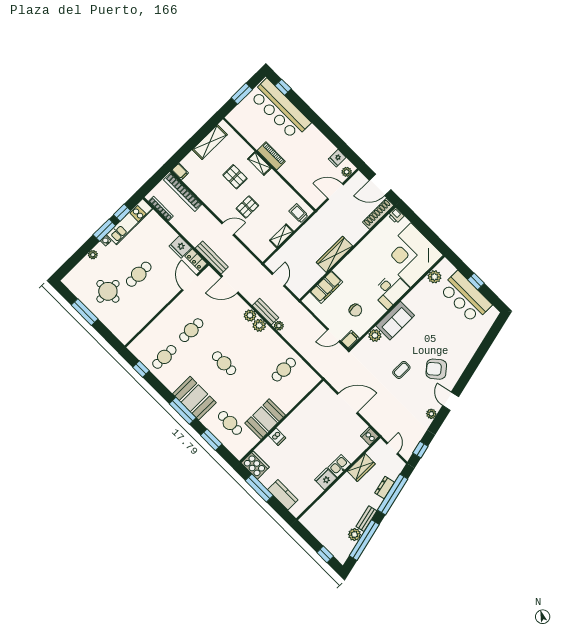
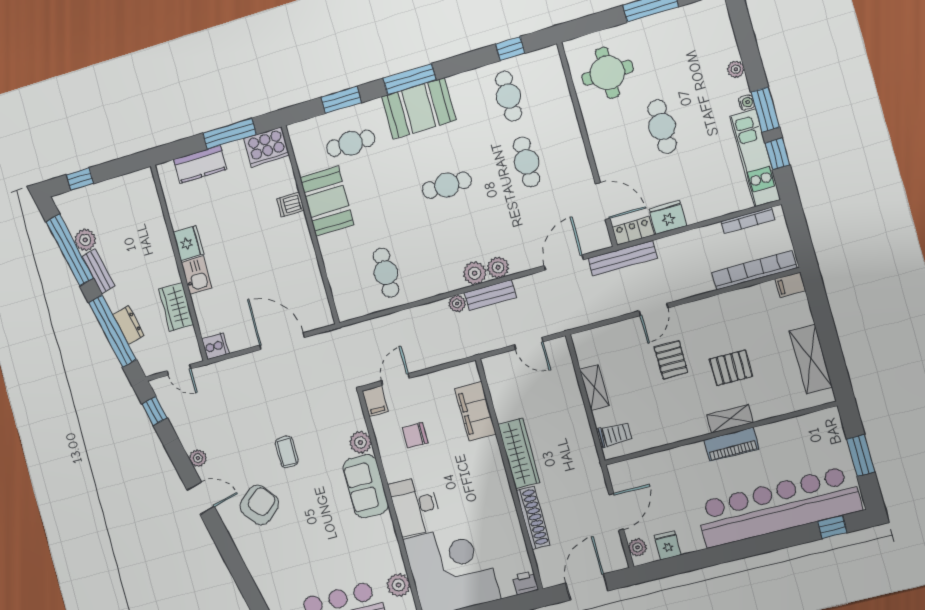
bar counter: (280, 109) -> (778, 507), width x1.36
shoe rack: (378, 214) -> (533, 518), moved
round table: (108, 291) -> (608, 73), moved
door: (347, 403) -> (282, 341), swing flipped

